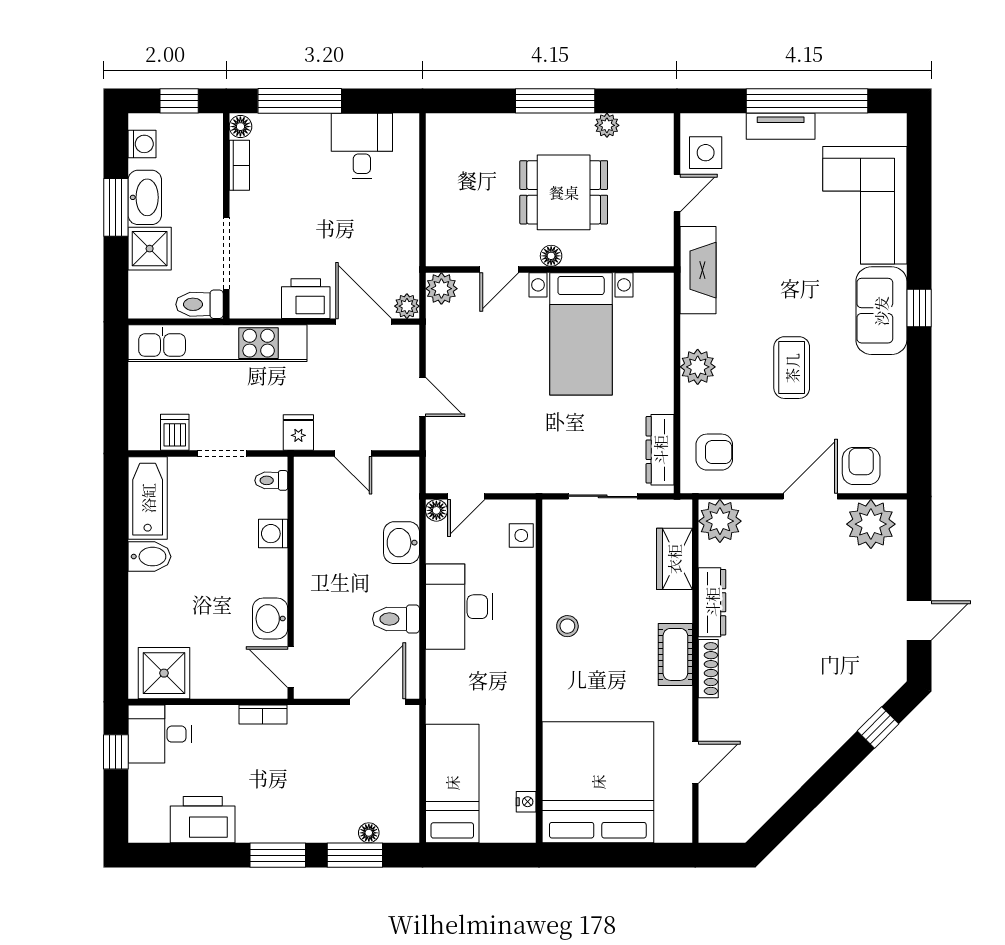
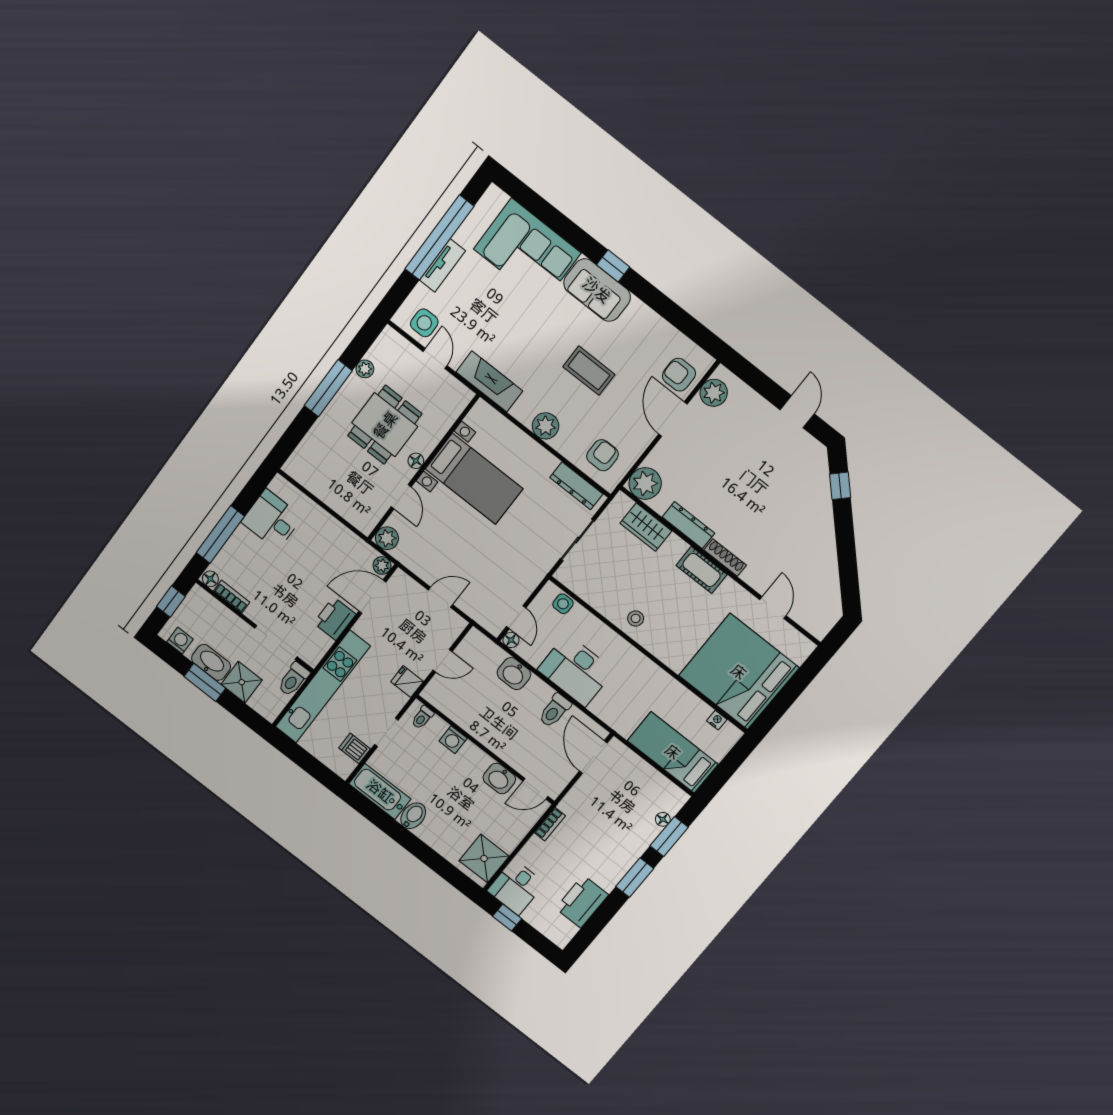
plant: (871, 524) -> (714, 393), width x0.73, depth x0.73

